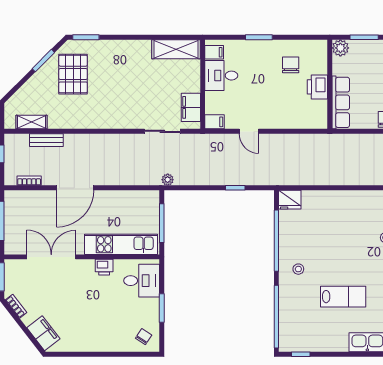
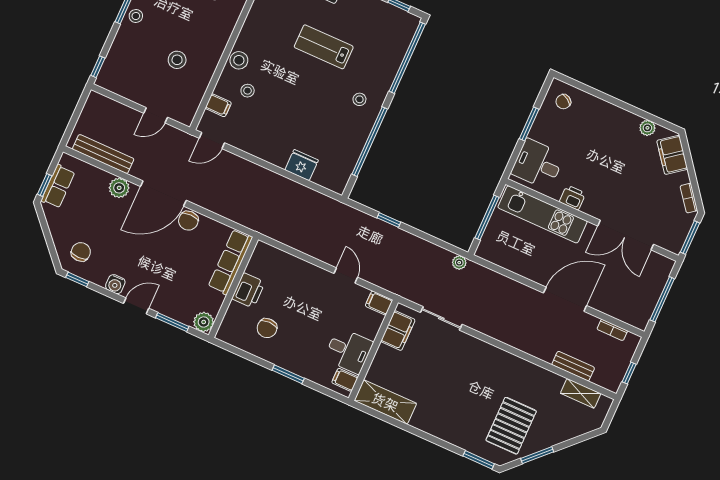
fridge: (290, 200) -> (302, 165), moved
plant: (71, 345) -> (647, 128), added

